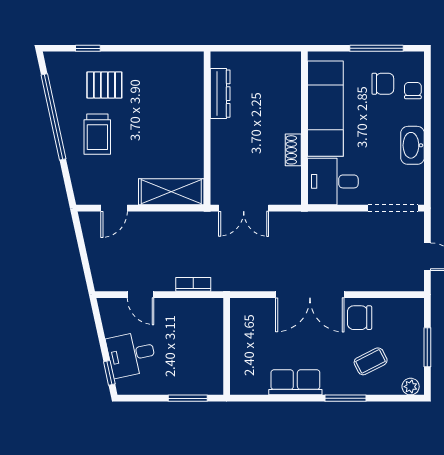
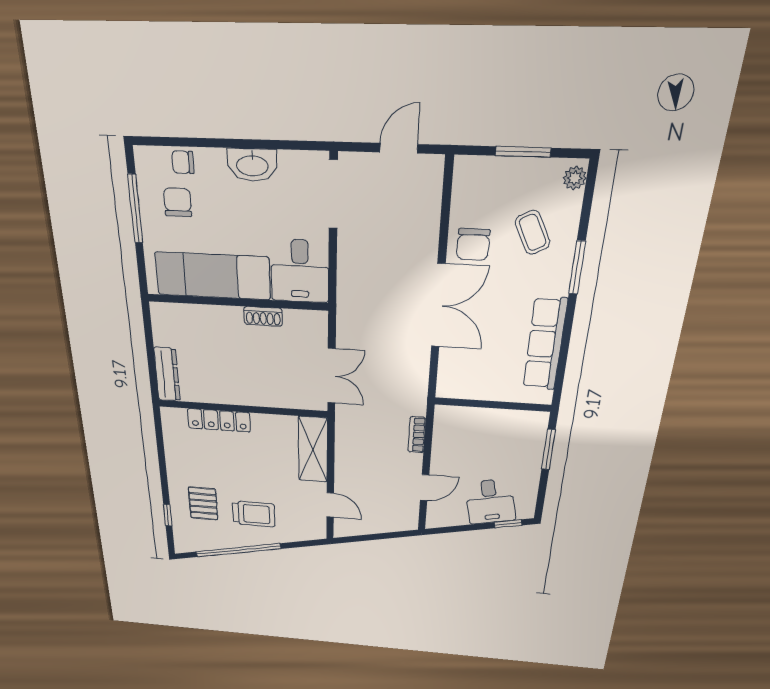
dresser: (220, 94) -> (167, 374), moved, turned 90
locker: (194, 106) -> (219, 420), added
row of seats: (295, 382) -> (545, 344), width x1.48

